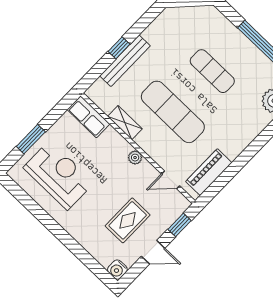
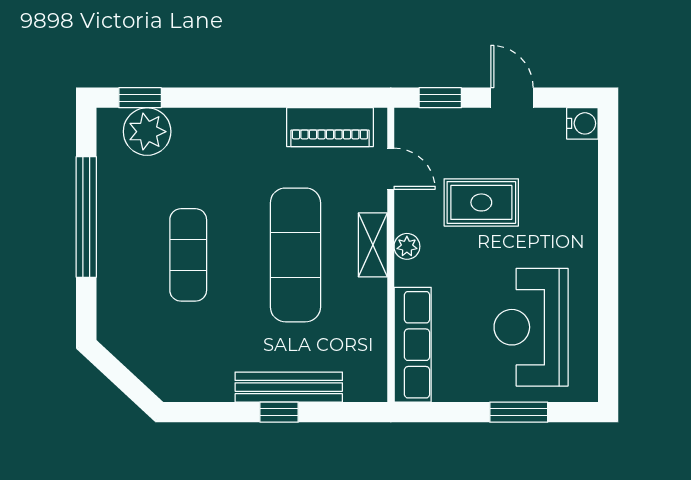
row of seats: (88, 117) -> (413, 345), width x1.48
shelving: (125, 123) -> (373, 245), moved
rug: (128, 220) -> (481, 202), moved

